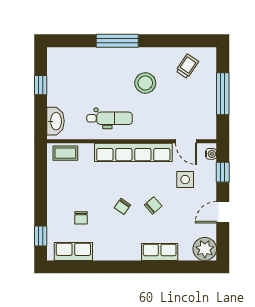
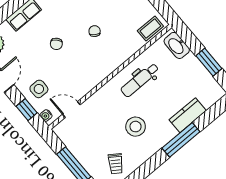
kitchen counter: (95, 56) -> (188, 115), added
window: (41, 85) -> (209, 62), width x1.50
row of seats: (133, 152) -> (102, 70), removed
side table: (185, 180) -> (39, 89), moved
chair: (122, 206) -> (95, 31), moved

